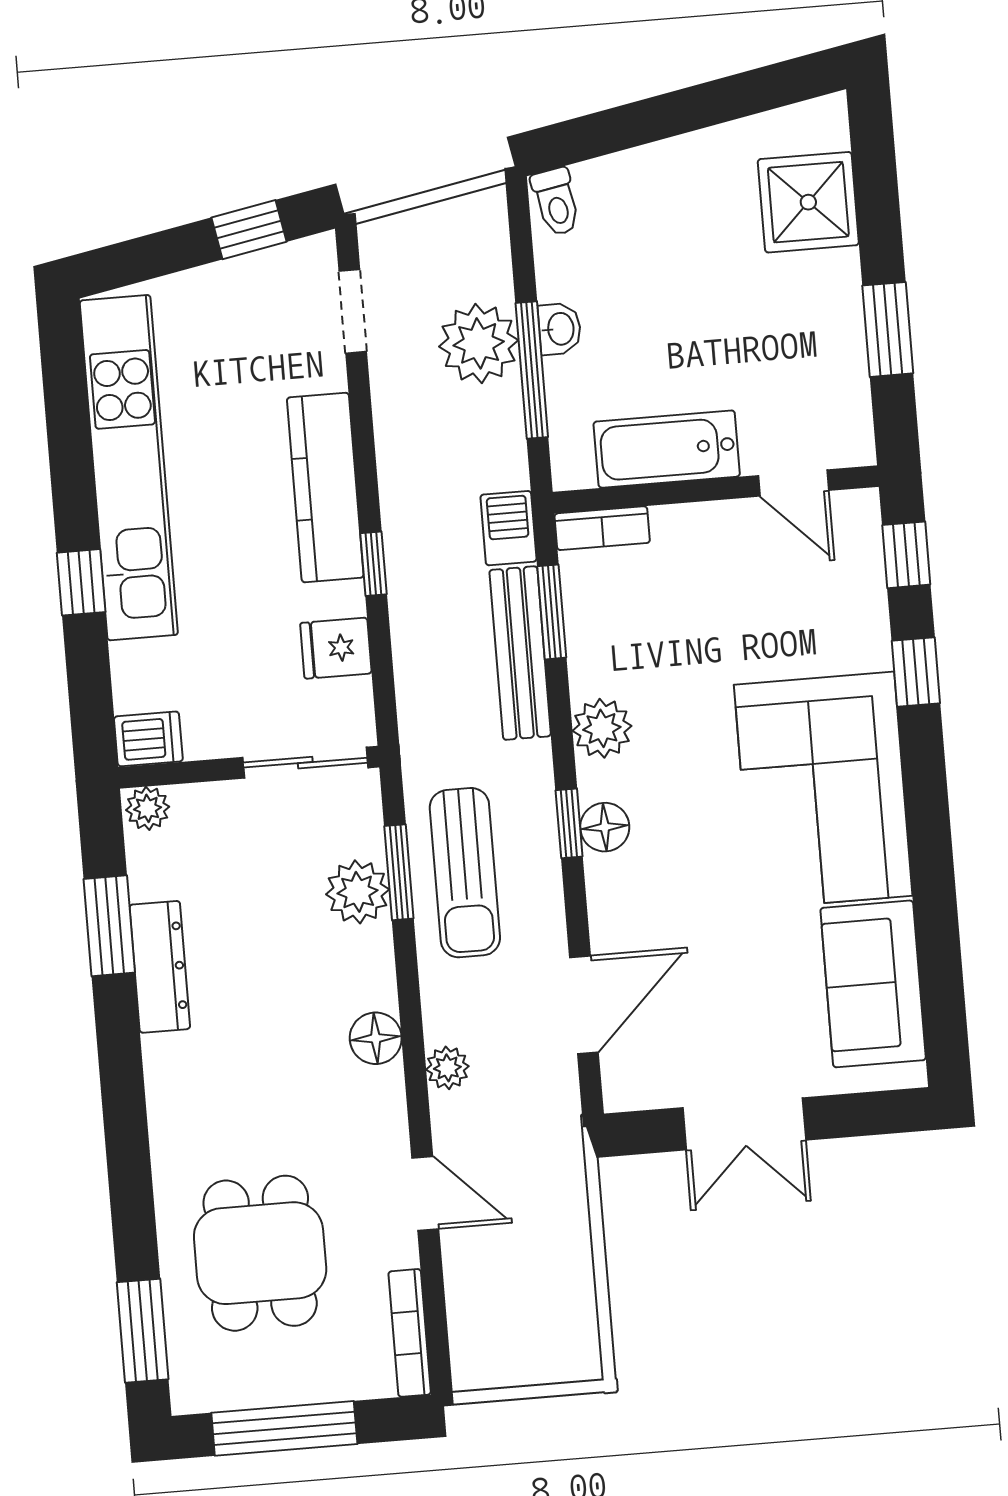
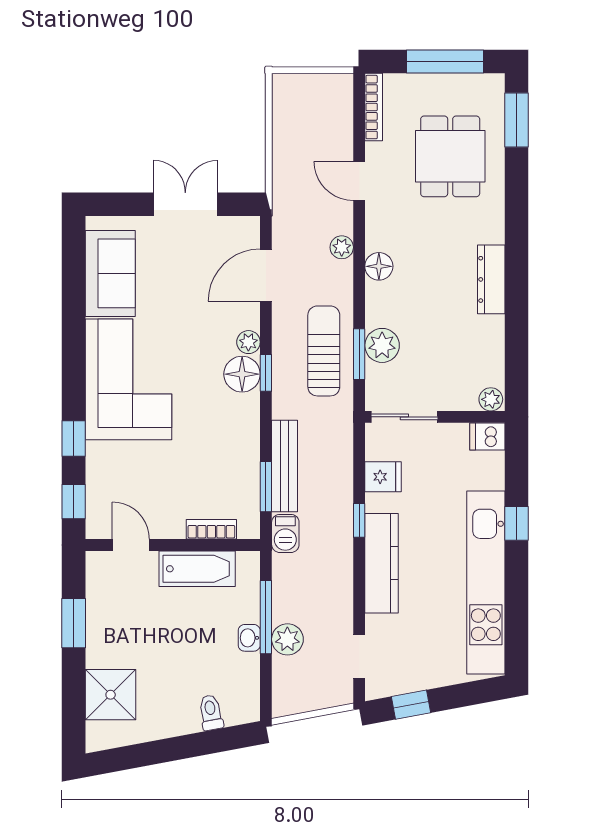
toilet: (556, 202) -> (211, 713), moved
plant: (479, 343) -> (287, 639), width x0.73, depth x0.73
bookcase: (602, 528) -> (211, 529), moved
plant: (602, 728) -> (248, 342), moved, width x0.73, depth x0.73
floor lamp: (605, 827) -> (242, 374), width x1.38, depth x1.38
window: (109, 926) -> (516, 338), removed
dresser: (160, 967) -> (491, 279), moved

